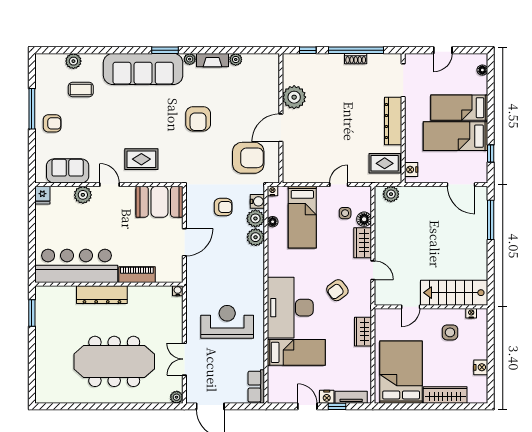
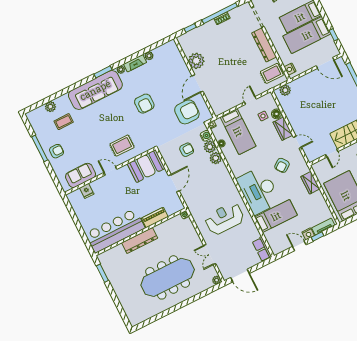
fridge: (42, 195) -> (87, 191), moved
plant: (83, 195) -> (97, 185), removed

